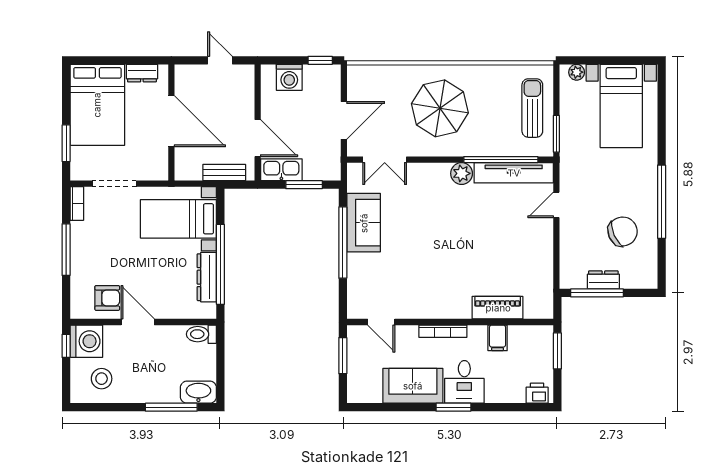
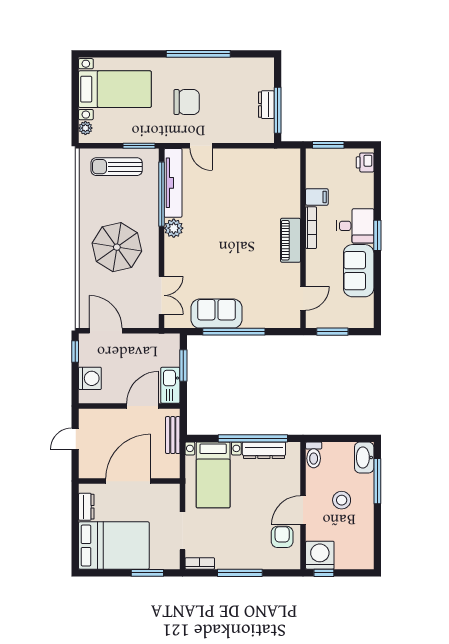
door: (344, 120) -> (106, 331), moved
chair: (623, 232) -> (187, 102), moved, turned 114
piano: (498, 308) -> (291, 240), moved
bookcase: (443, 331) -> (311, 228), moved
stool: (102, 379) -> (342, 500), moved

